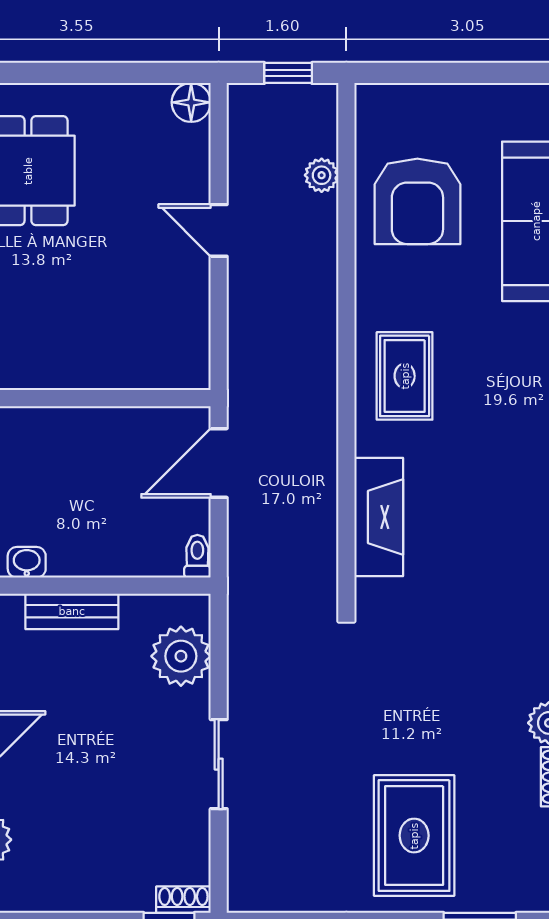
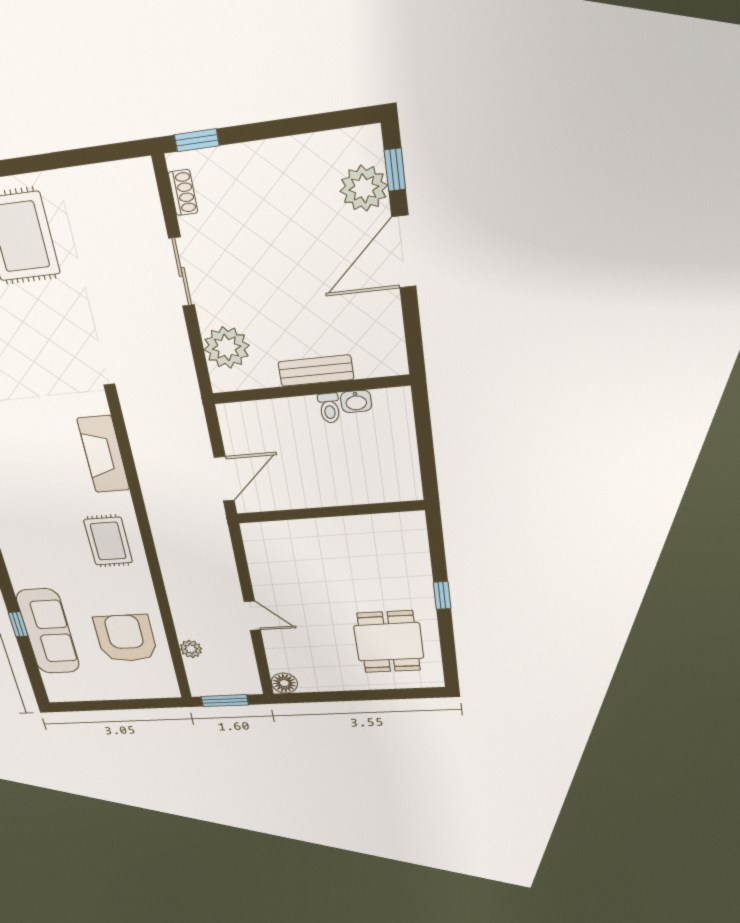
window: (288, 73) -> (225, 701), width x1.50
toilet: (197, 556) -> (329, 408), moved
shoe rack: (183, 900) -> (183, 193), moved, turned -90

